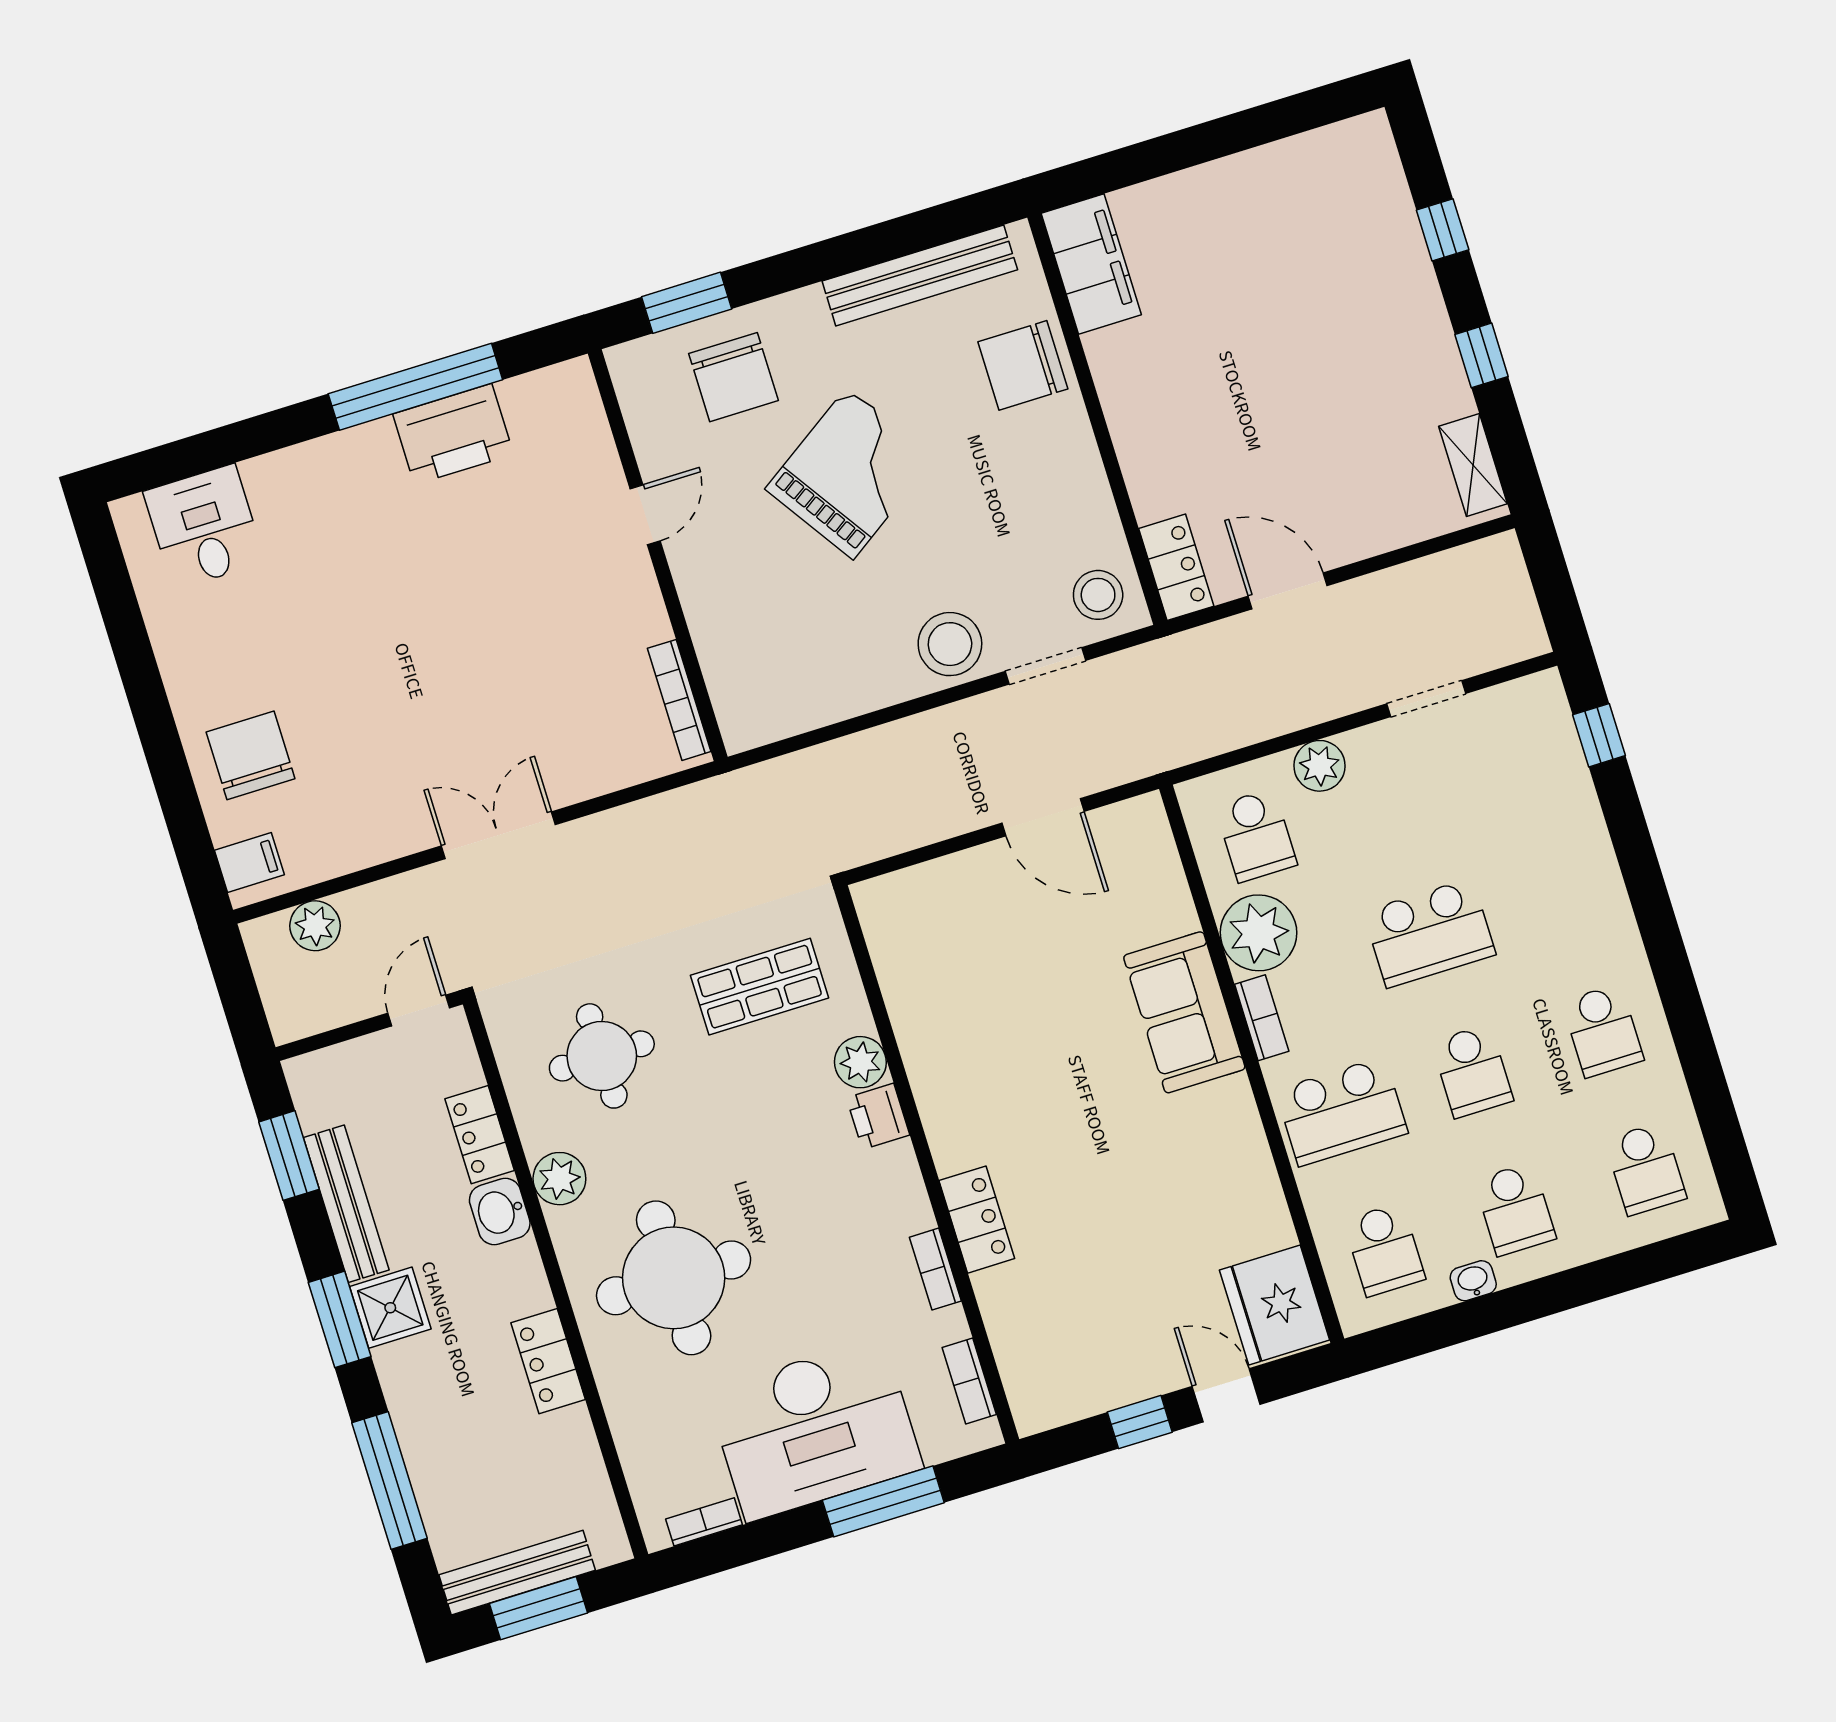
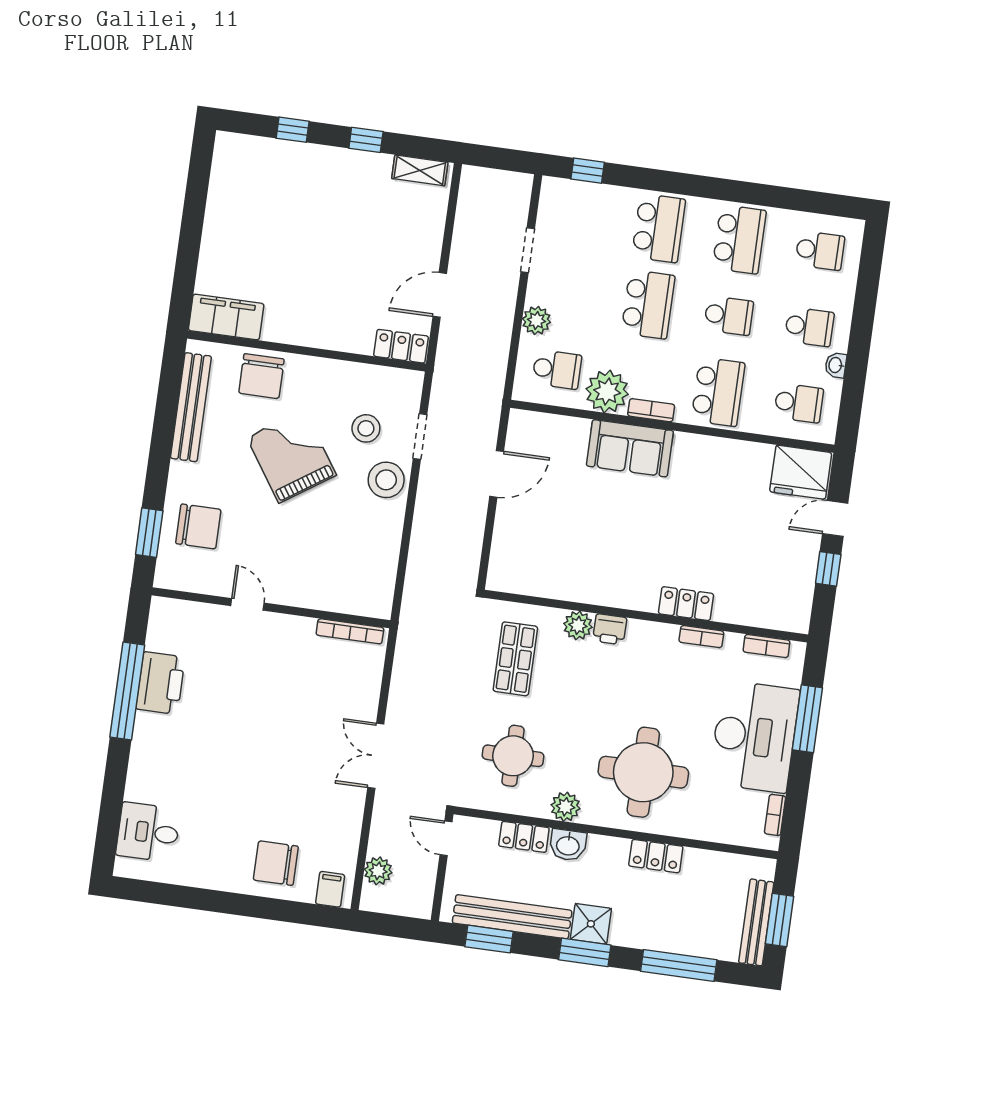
grand piano: (850, 473) -> (291, 456), moved
stool: (1098, 595) -> (366, 428), moved
school desk: (1560, 893) -> (659, 228), added
school desk: (1603, 1031) -> (739, 239), width x1.85
bench: (346, 1204) -> (512, 917), width x1.37, depth x1.21

